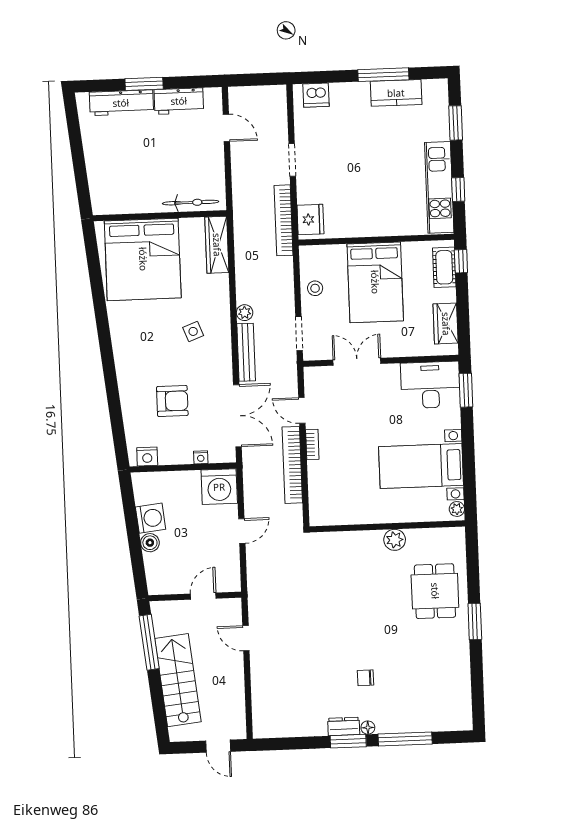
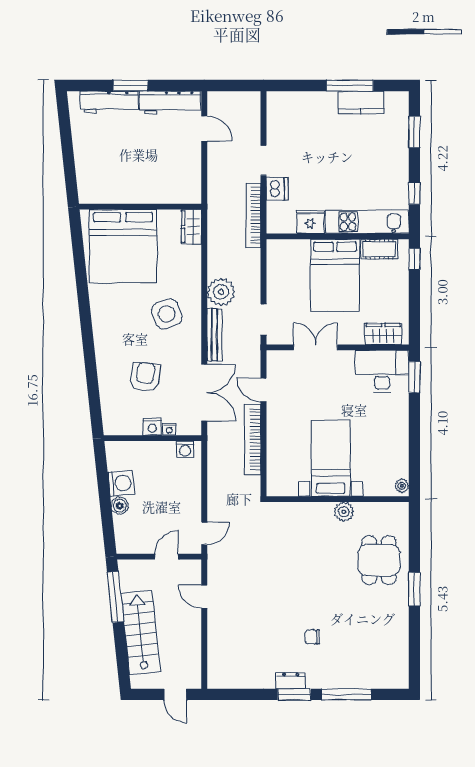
dishwasher: (316, 95) -> (277, 189), moved, turned -90
workbench: (179, 101) -> (170, 102), width x1.38
kitchen unit: (439, 187) -> (367, 222), moved, turned 90
bicycle: (190, 203) -> (169, 196), removed
fridge: (310, 219) -> (310, 222), moved, turned -90
wardrobe: (217, 245) -> (191, 227), width x0.67
cot: (444, 267) -> (379, 249), moved, turned 90
stool: (315, 288) -> (280, 279), removed
plant: (245, 313) -> (221, 292), width x1.87, depth x1.87
wardrobe: (446, 324) -> (383, 334), moved, turned 90
side table: (193, 331) -> (167, 314), width x1.87, depth x1.87
armchair: (172, 401) -> (145, 377), turned -83
bookcase: (312, 444) -> (272, 421), removed
nightstand: (147, 457) -> (152, 427), moved
bed with nightstands: (421, 466) -> (331, 458), moved, turned 90
washing machine: (219, 487) -> (185, 449), width x0.53, depth x0.53
door: (242, 531) -> (204, 533), moved
floor lamp: (368, 728) -> (313, 683), removed

